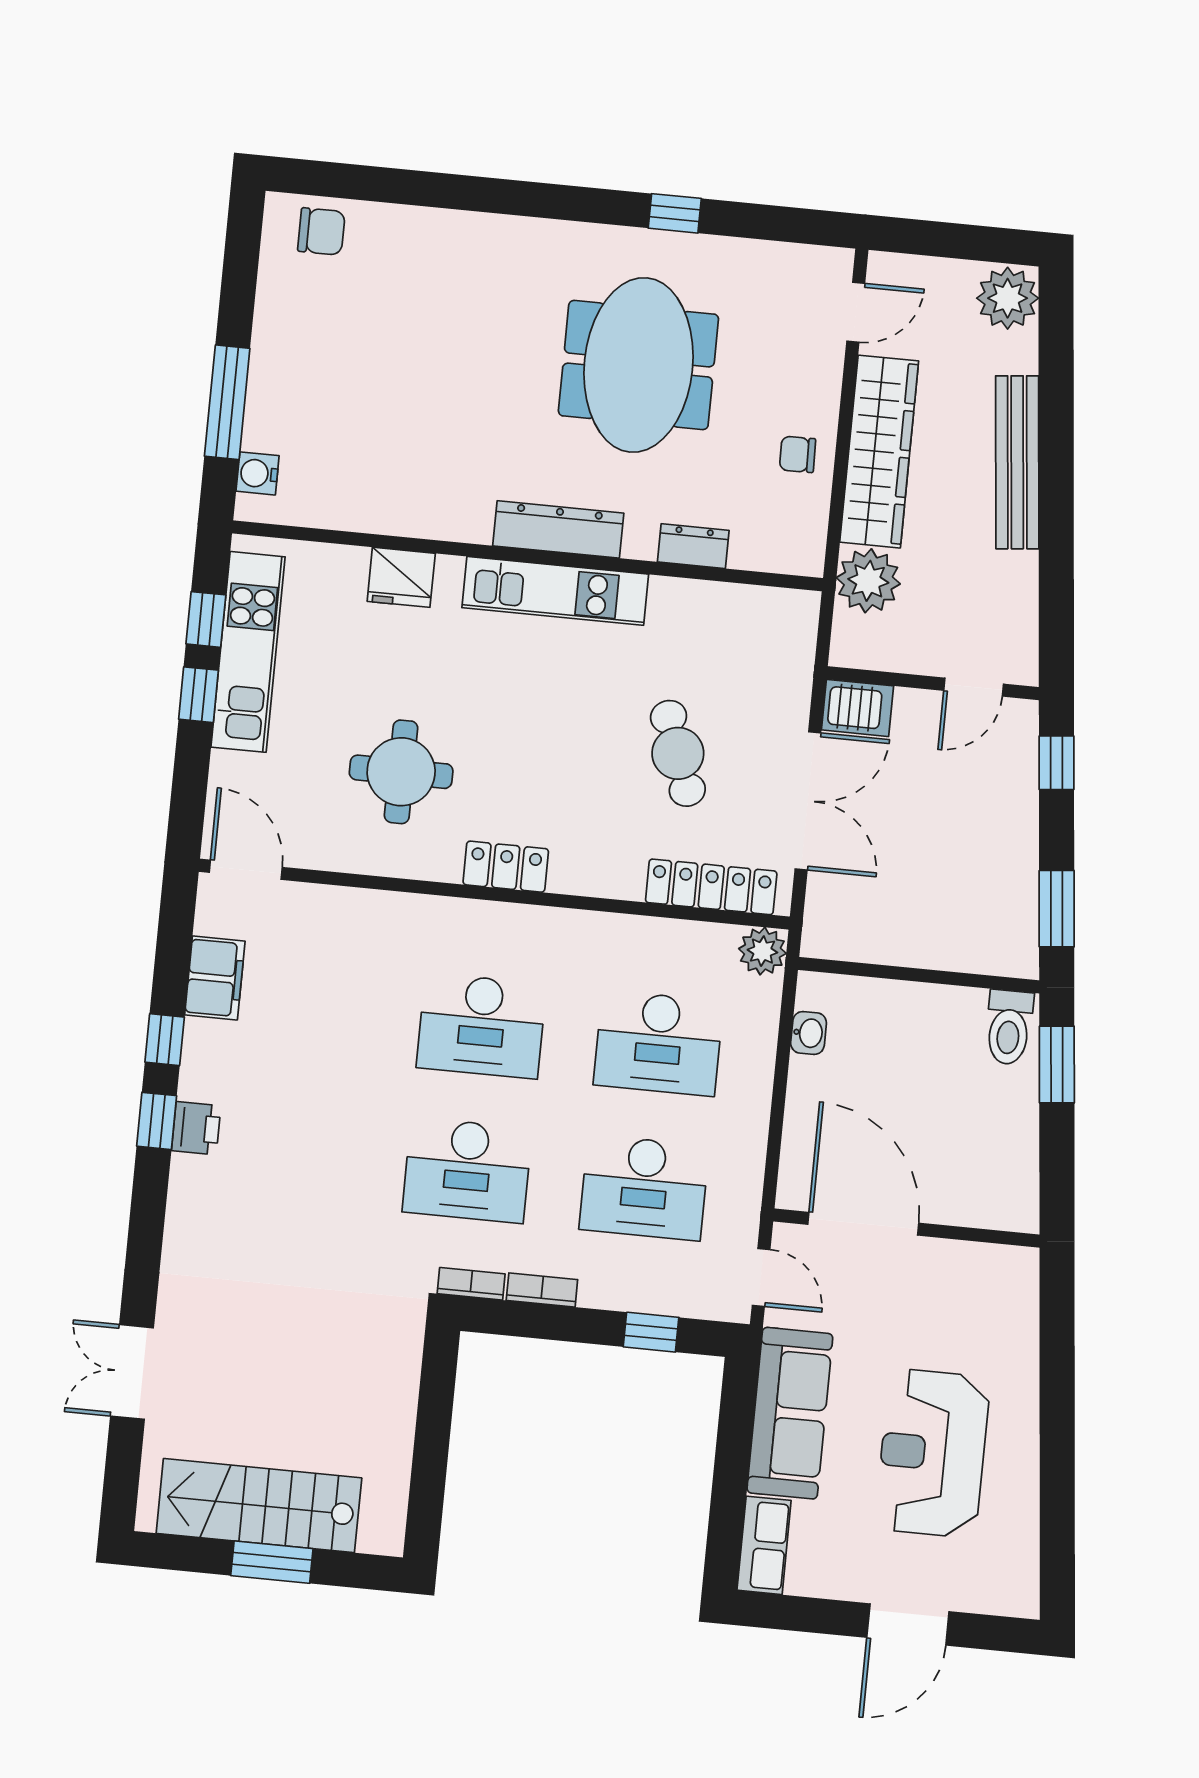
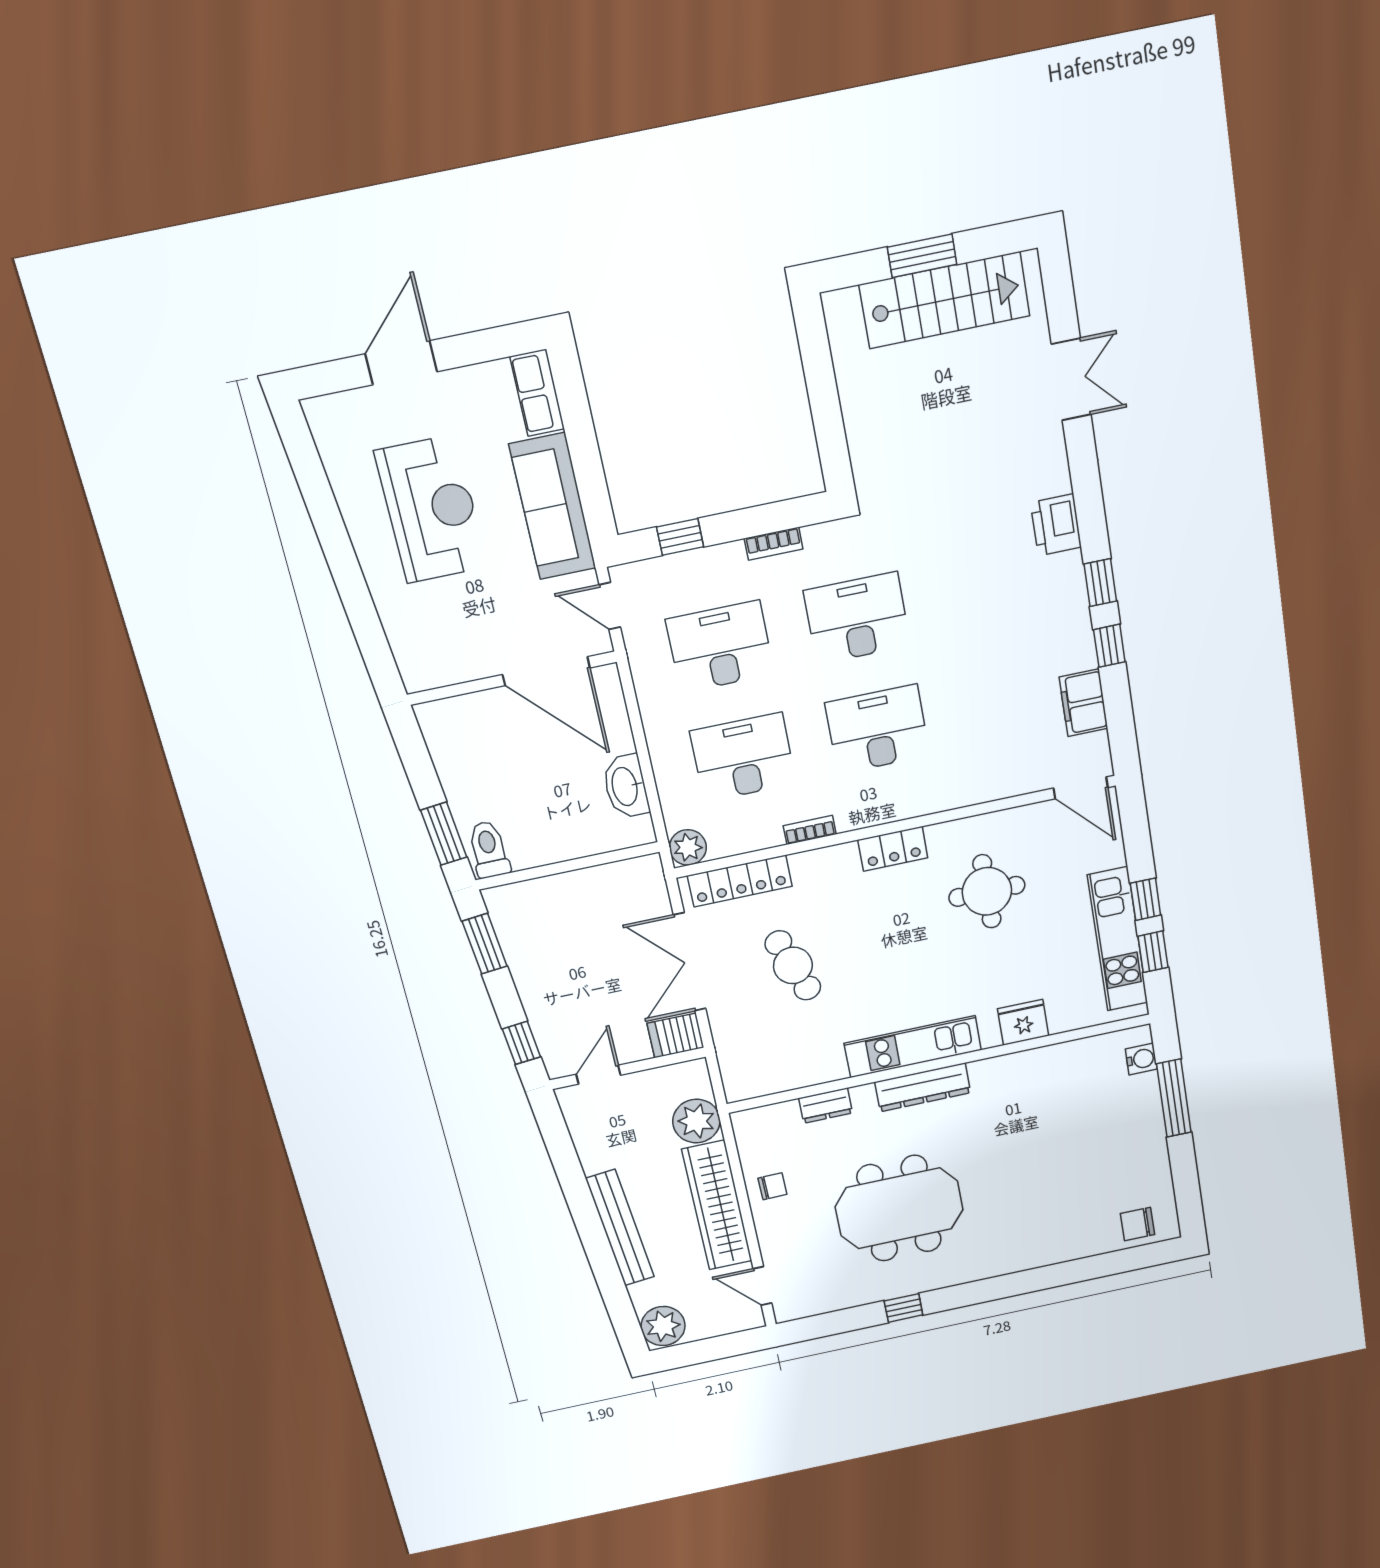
door: (856, 312) -> (762, 1286), hinge flipped
meeting table: (638, 365) -> (899, 1208), turned 90
washbasin: (809, 1033) -> (626, 786), width x1.91, depth x1.45
printer: (196, 1128) -> (1056, 525), moved, width x1.36, depth x1.24
bookcase: (471, 1284) -> (810, 830), moved, turned 180

